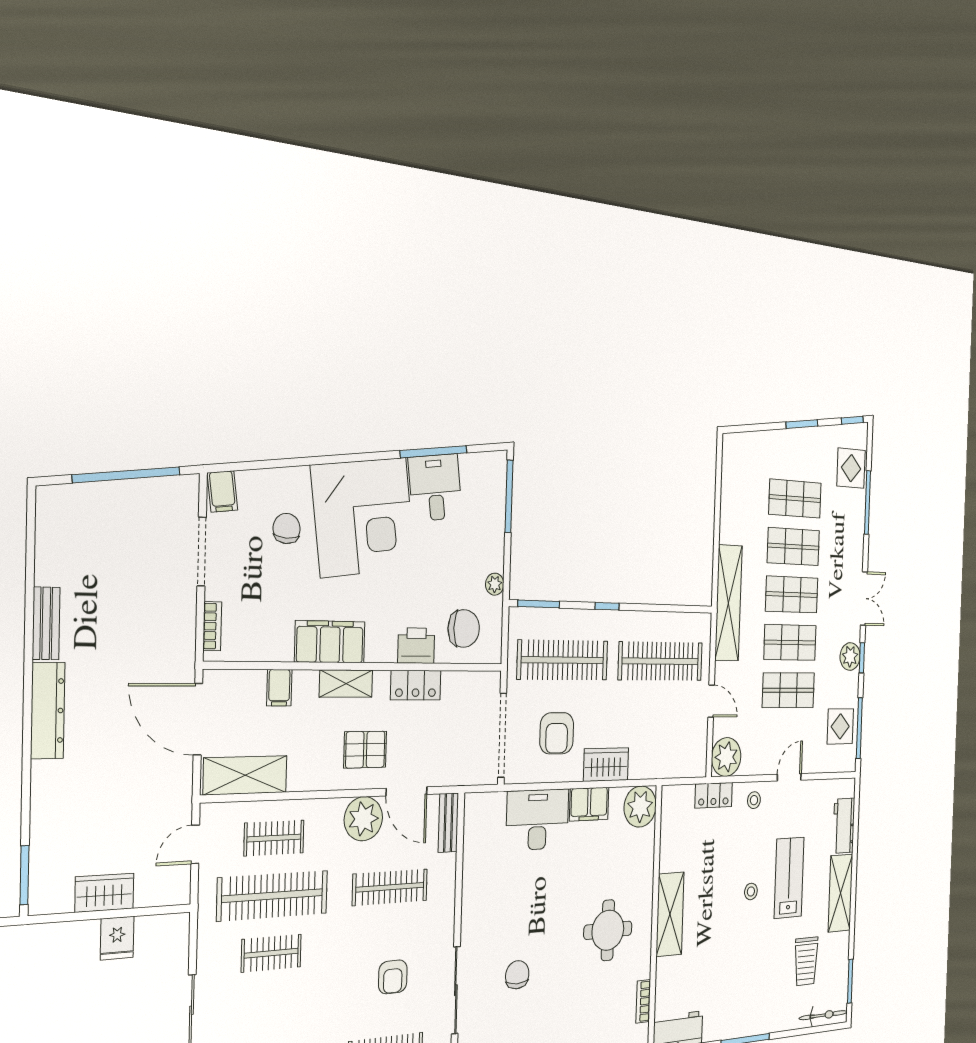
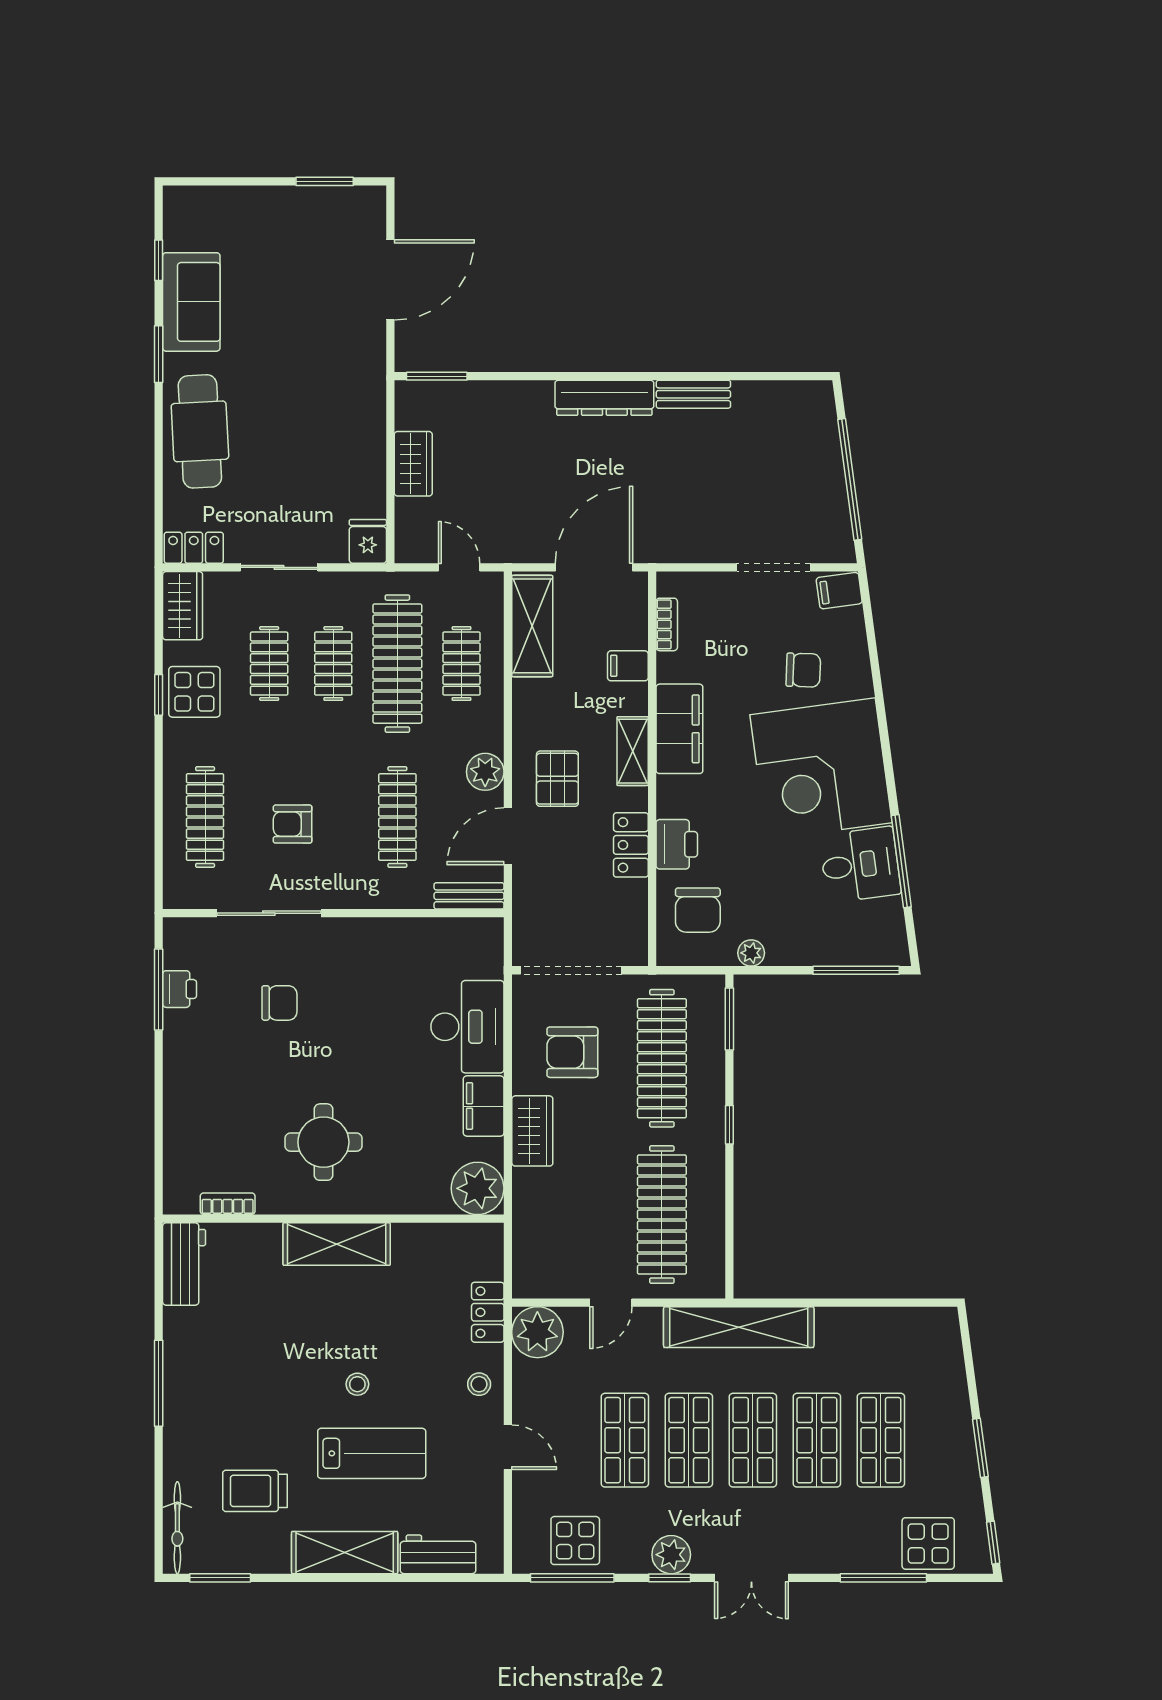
bookcase: (212, 626) -> (667, 624), moved, turned -90
plant: (363, 819) -> (485, 772), width x0.73, depth x0.73
fridge: (117, 938) -> (368, 541), moved, turned 90
clothes rail: (270, 1011) -> (269, 664), added

